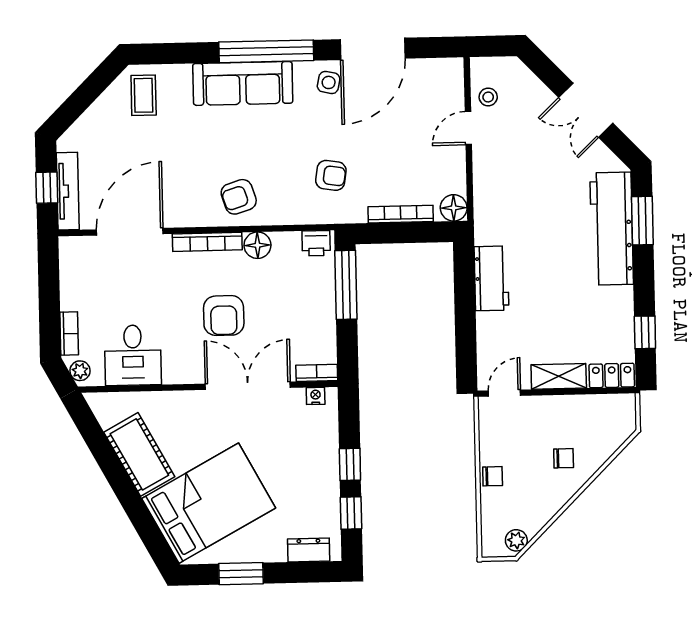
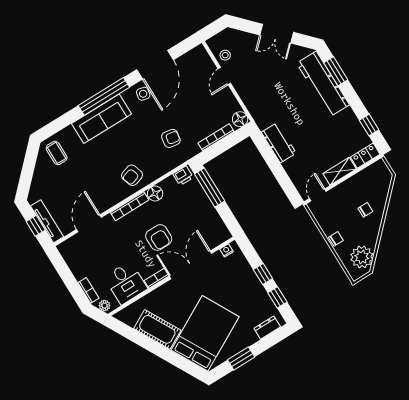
door: (130, 232) -> (89, 223), width x0.73
bookcase: (317, 373) -> (157, 278), moved
plant: (516, 540) -> (362, 257), width x1.87, depth x1.87

